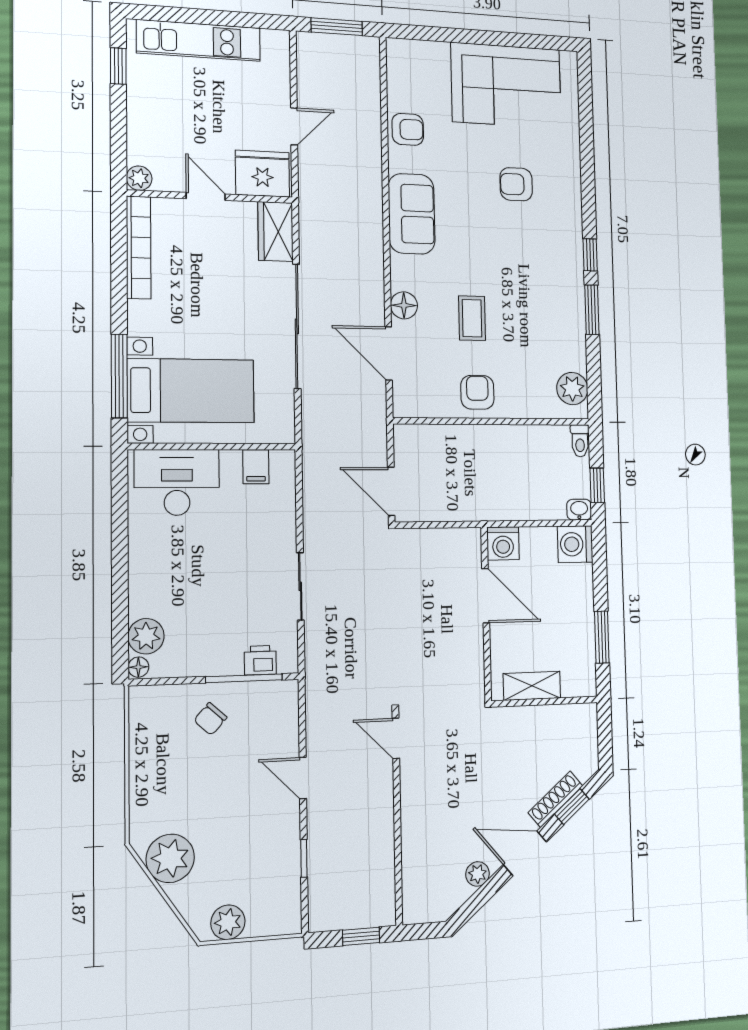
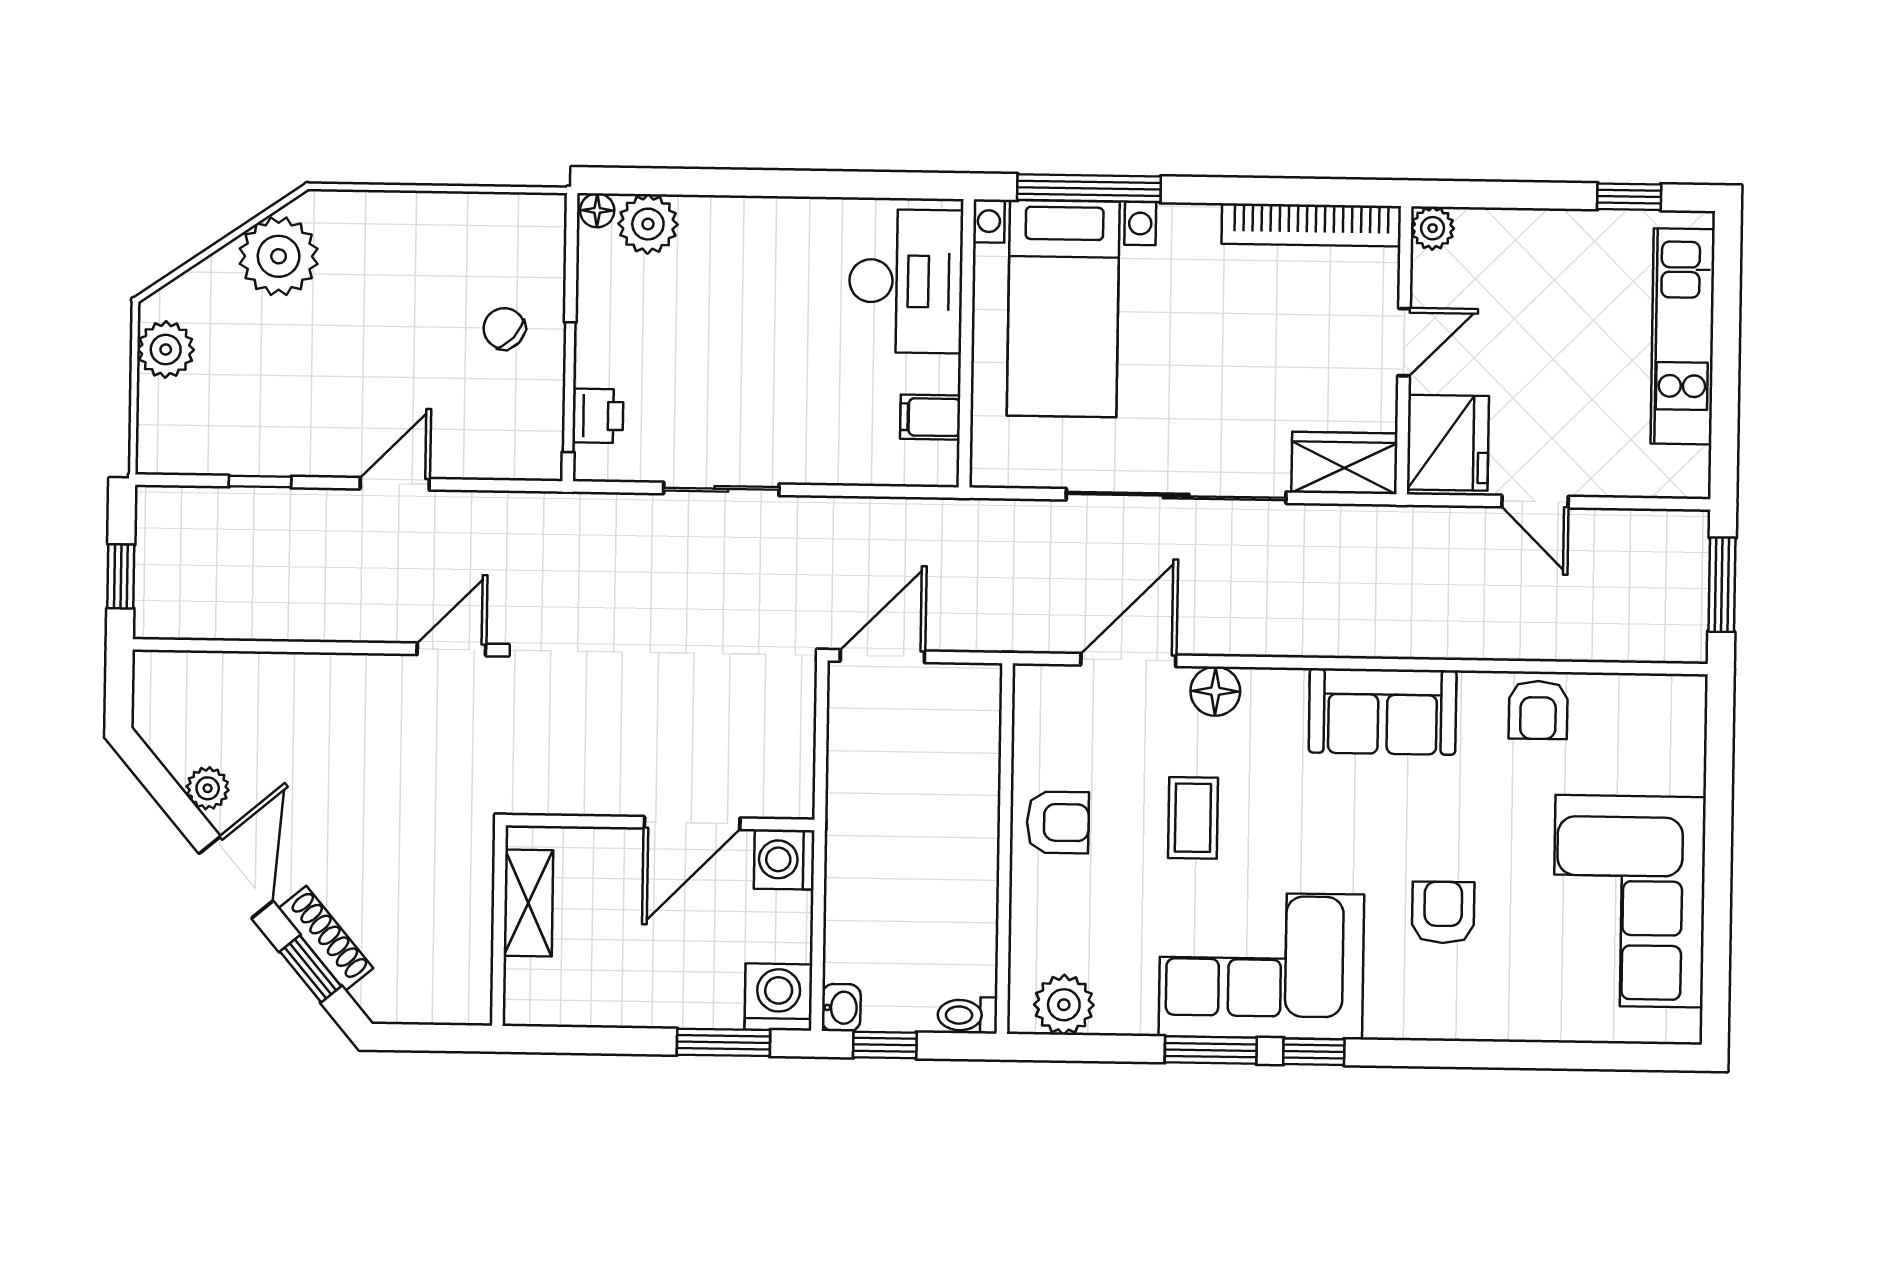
corner sofa: (547, 282) -> (1261, 965), added
coffee table: (472, 318) -> (1193, 818), turned 90
window: (602, 637) -> (723, 1042), moved

